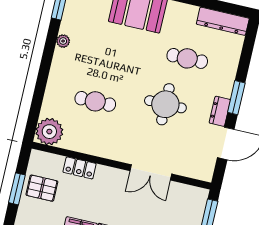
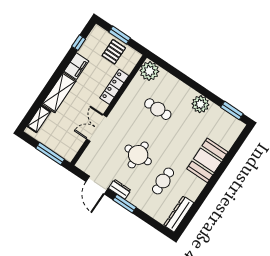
plant: (63, 41) -> (200, 104), width x1.88, depth x1.88
cafe table: (95, 101) -> (158, 109), turned 90
locker: (80, 168) -> (114, 87), width x1.53

